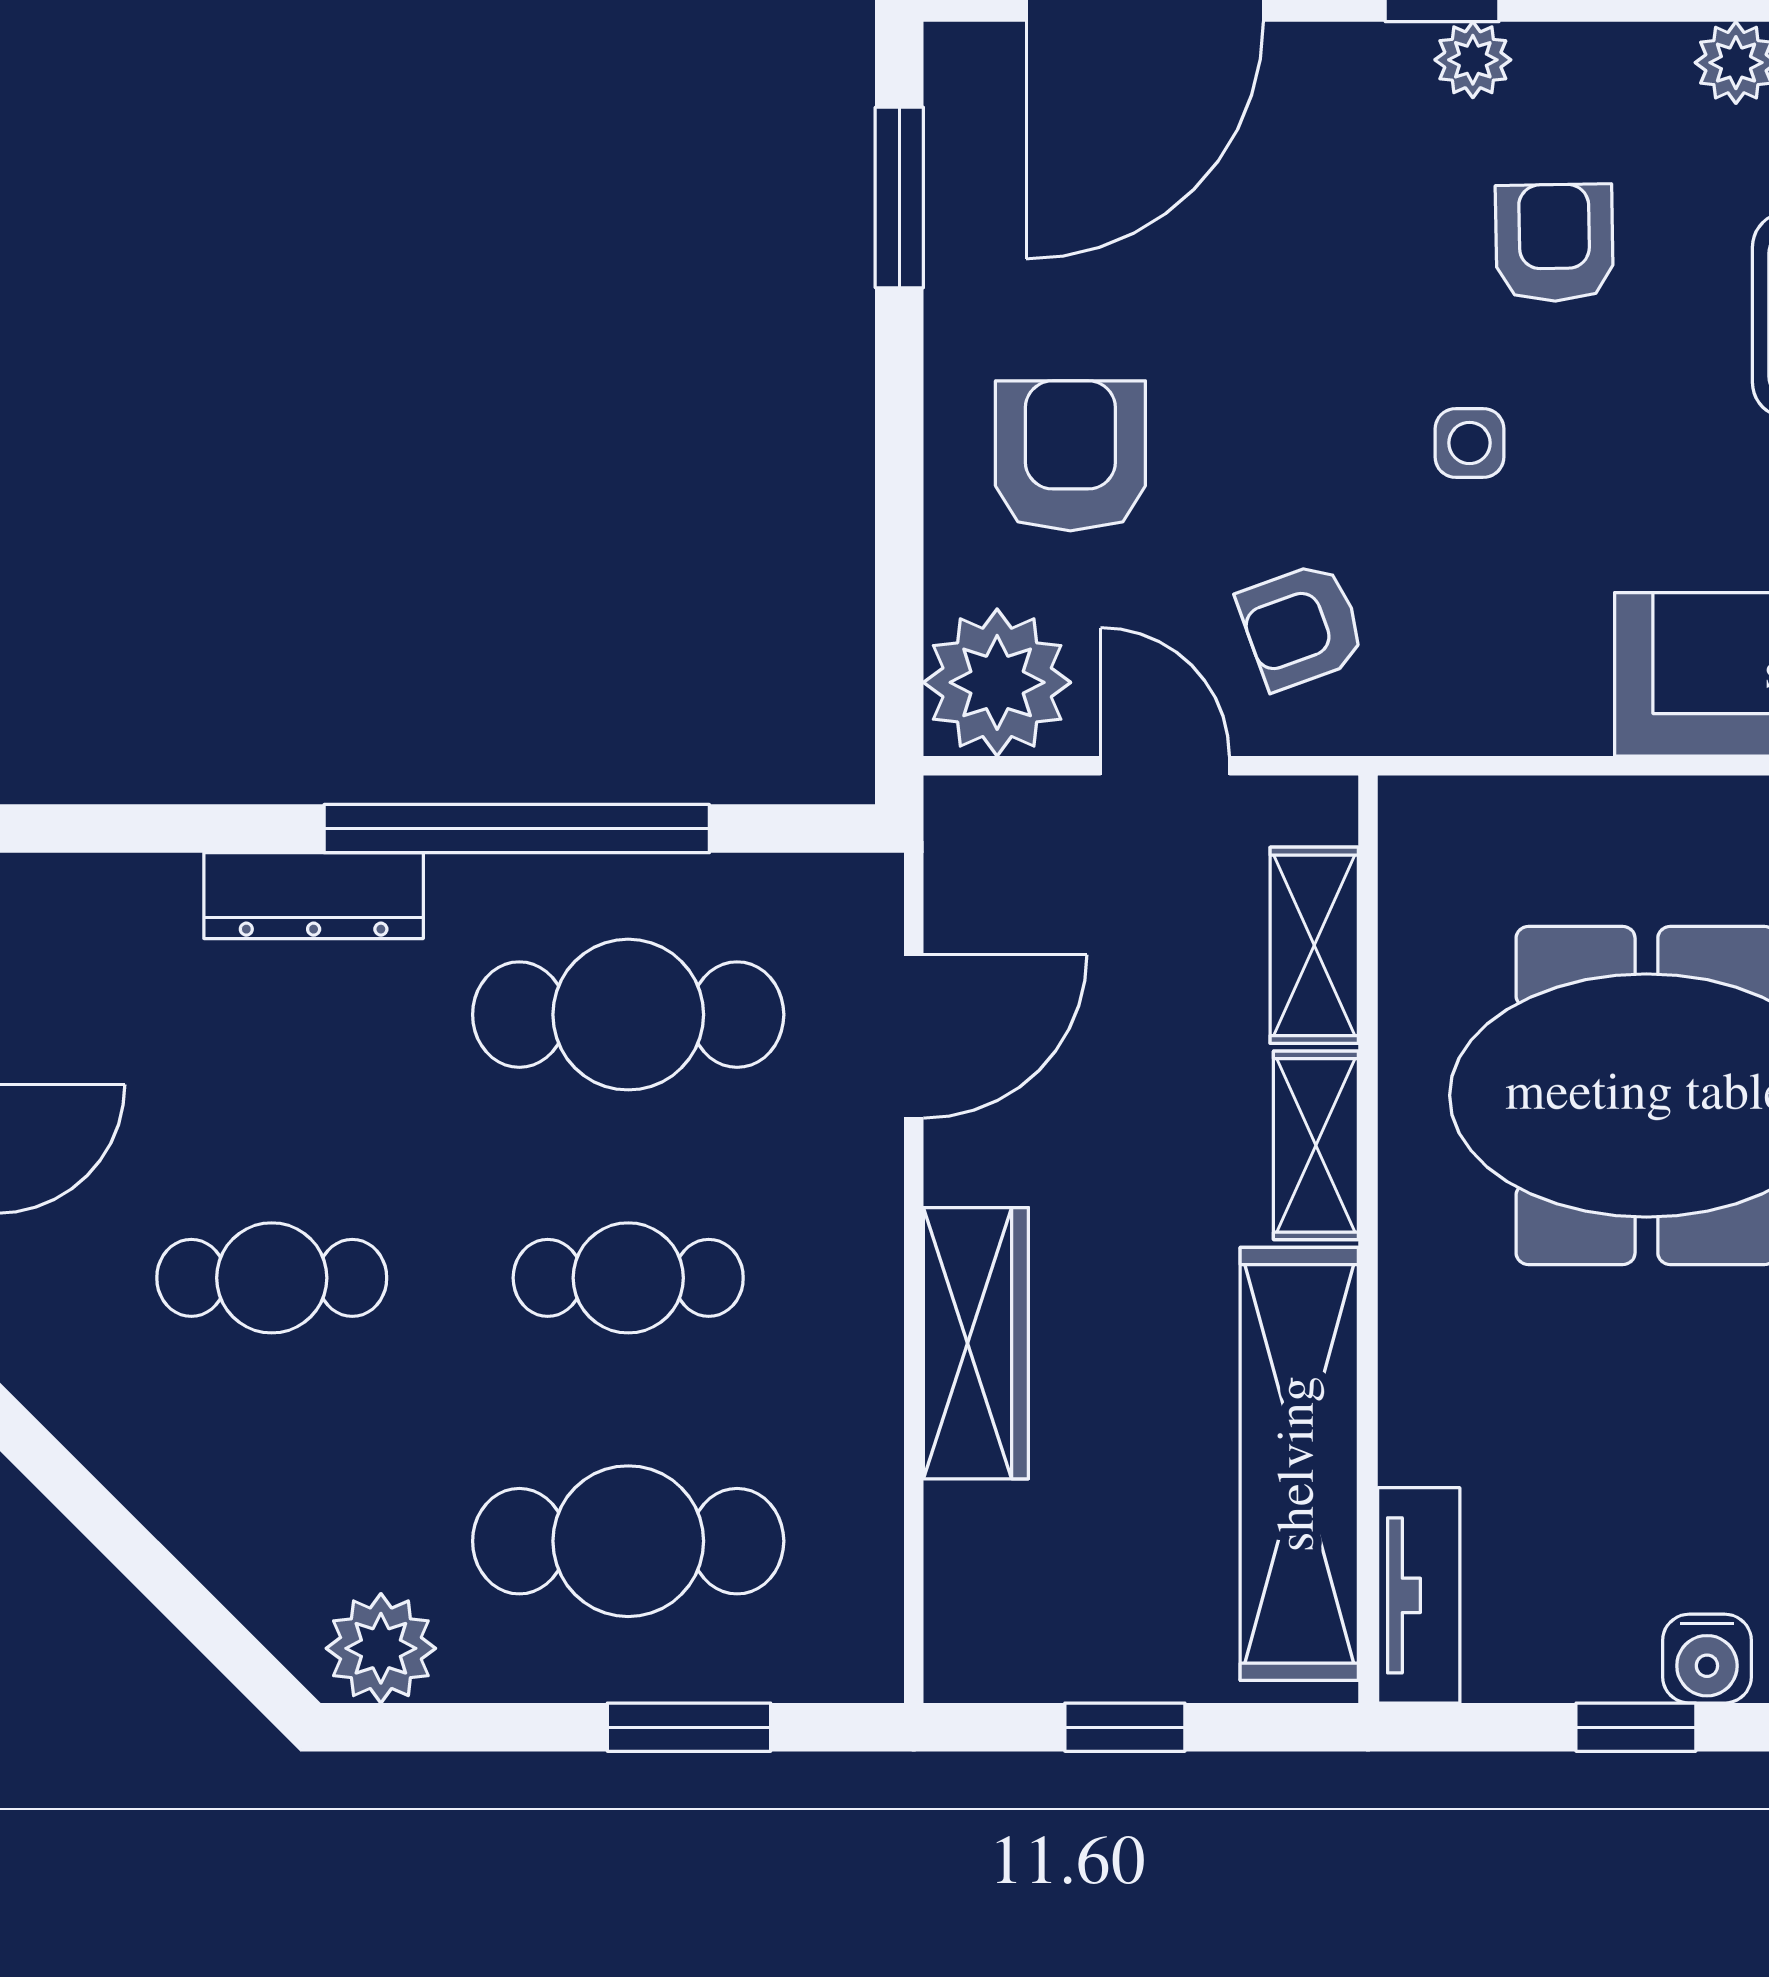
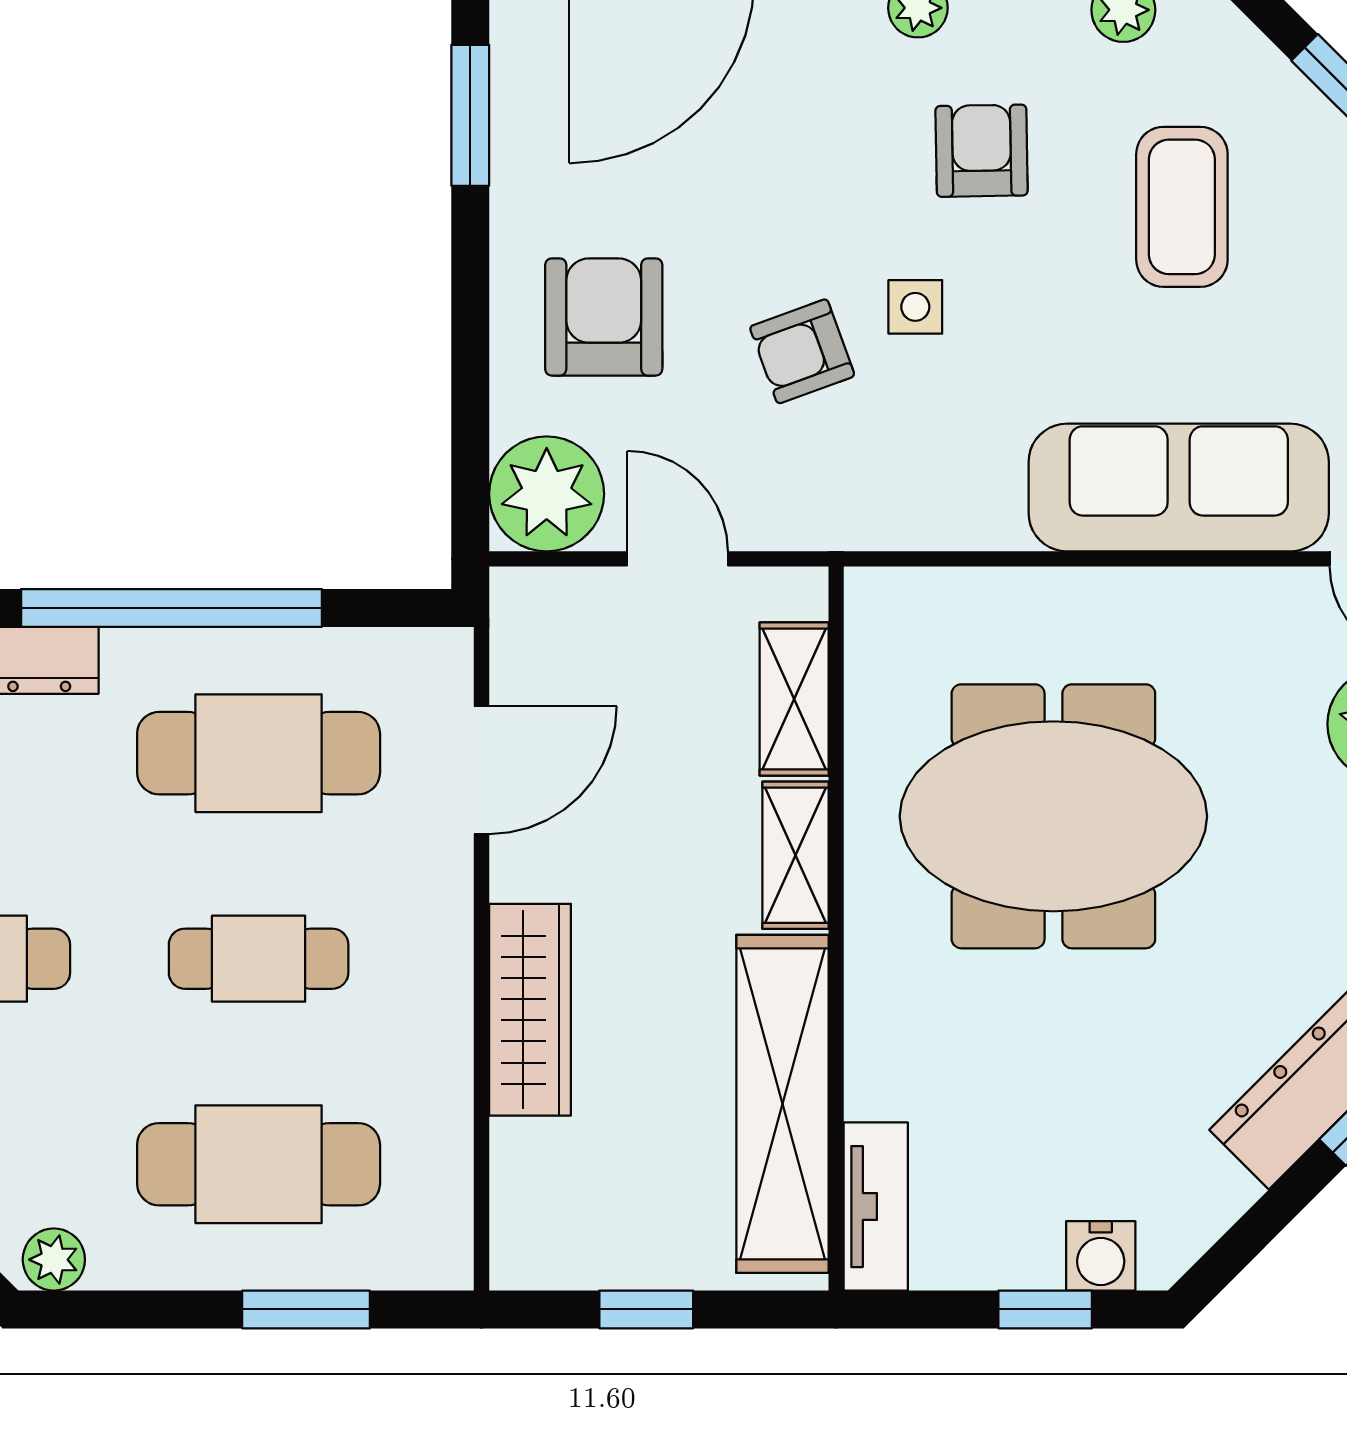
armchair: (1301, 626) -> (802, 351), moved
plant: (381, 1648) -> (54, 1260), width x0.73, depth x0.73

